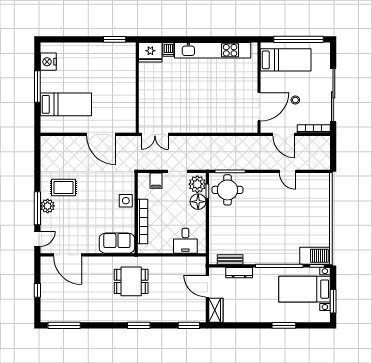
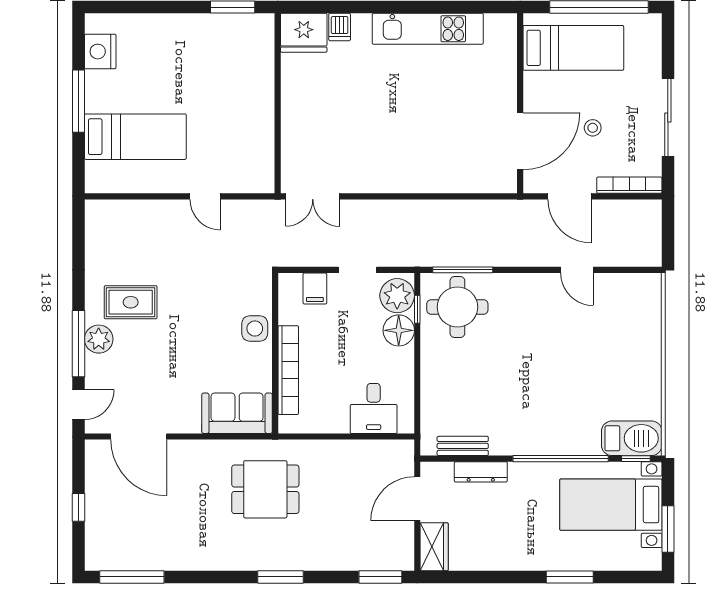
kitchen unit: (213, 50) -> (428, 29), width x0.73
sliding door: (333, 95) -> (668, 117), width x0.73
door: (101, 134) -> (205, 196), width x0.53
door: (207, 286) -> (417, 499), hinge flipped

